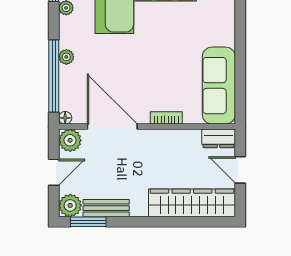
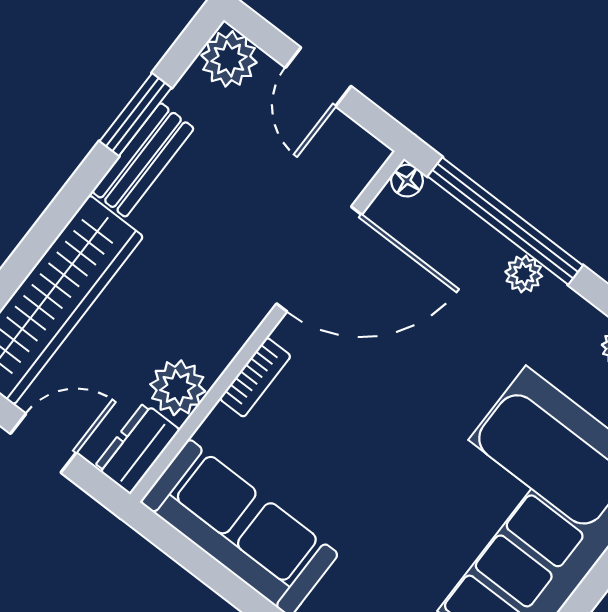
plant: (70, 140) -> (178, 388), moved
bench: (106, 208) -> (143, 160), moved
window: (88, 222) -> (135, 115), moved

